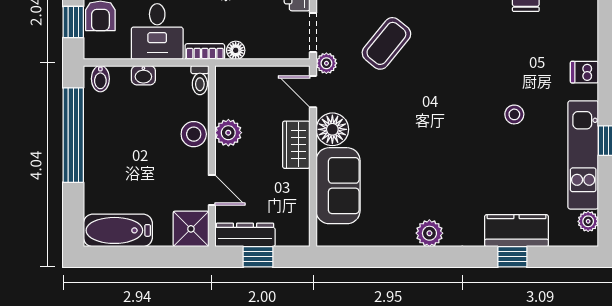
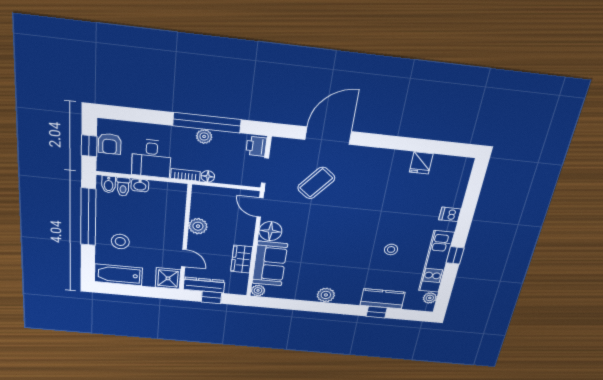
plant: (326, 63) -> (258, 290), moved
toilet: (200, 80) -> (123, 187), moved
stool: (514, 114) -> (391, 249), moved
stool: (194, 134) -> (120, 241), moved
wardrobe: (296, 145) -> (242, 259), moved

